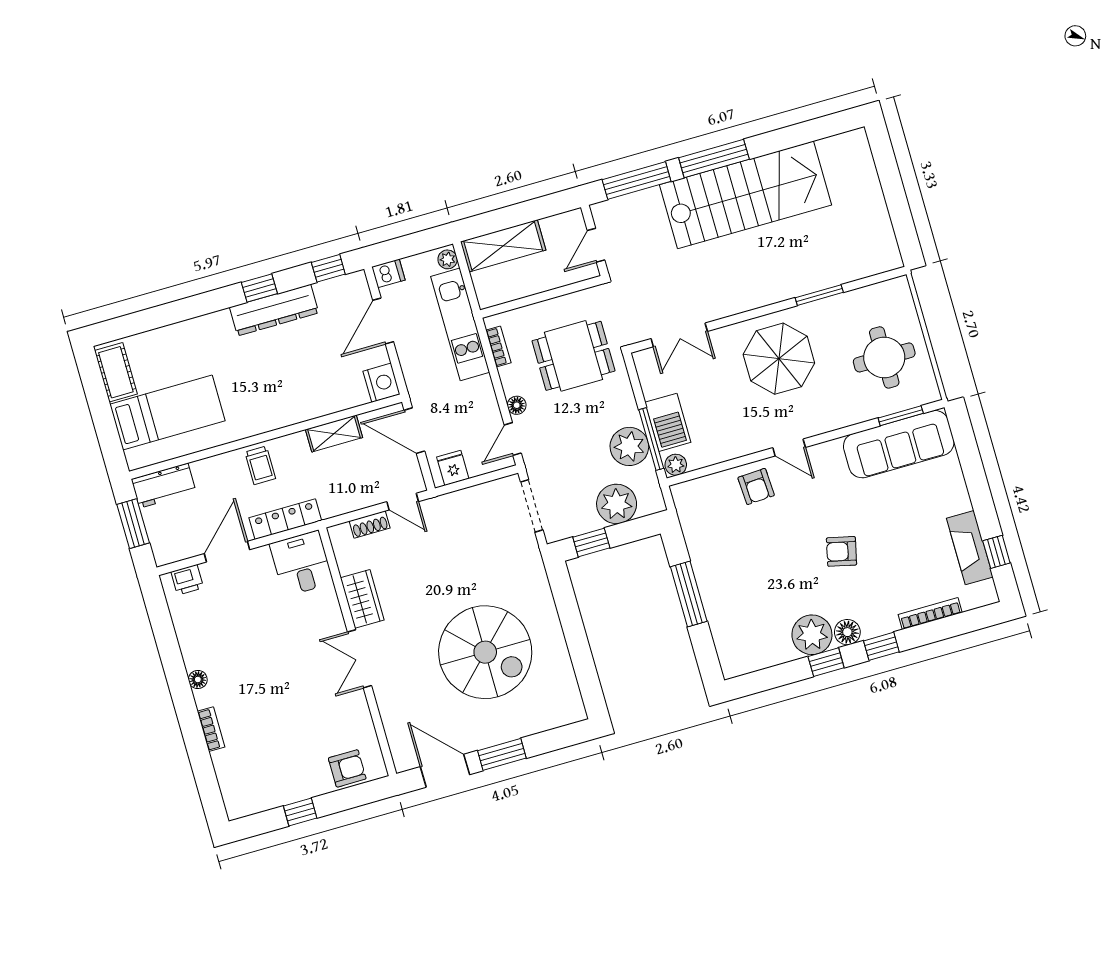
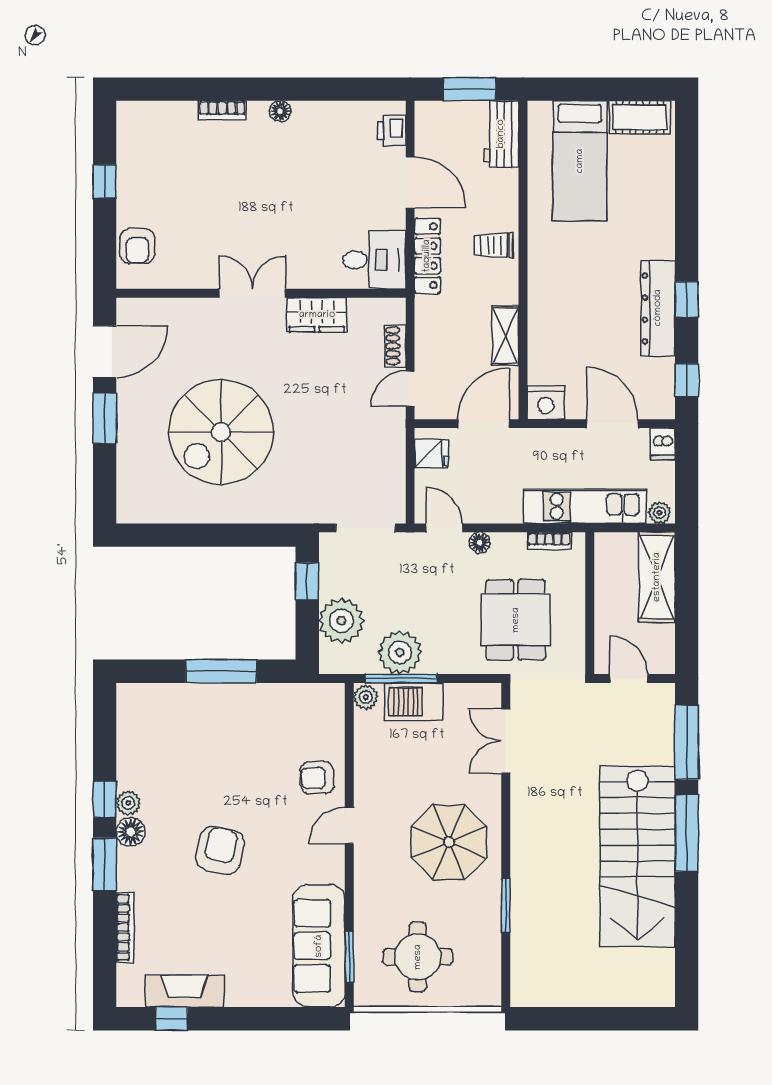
armchair: (842, 551) -> (220, 850), width x1.38, depth x1.38
plant: (812, 635) -> (128, 803), width x0.53, depth x0.53
window: (881, 646) -> (105, 864), width x1.50

